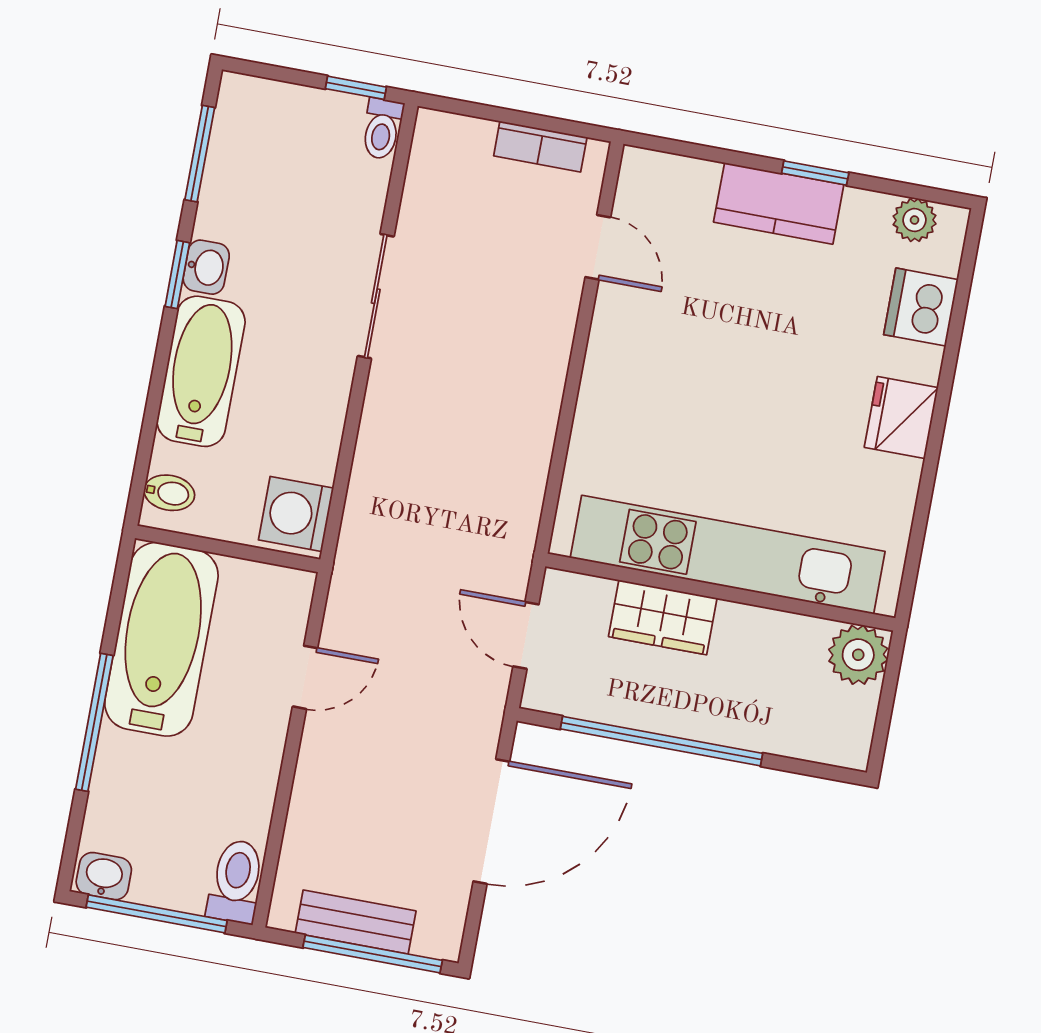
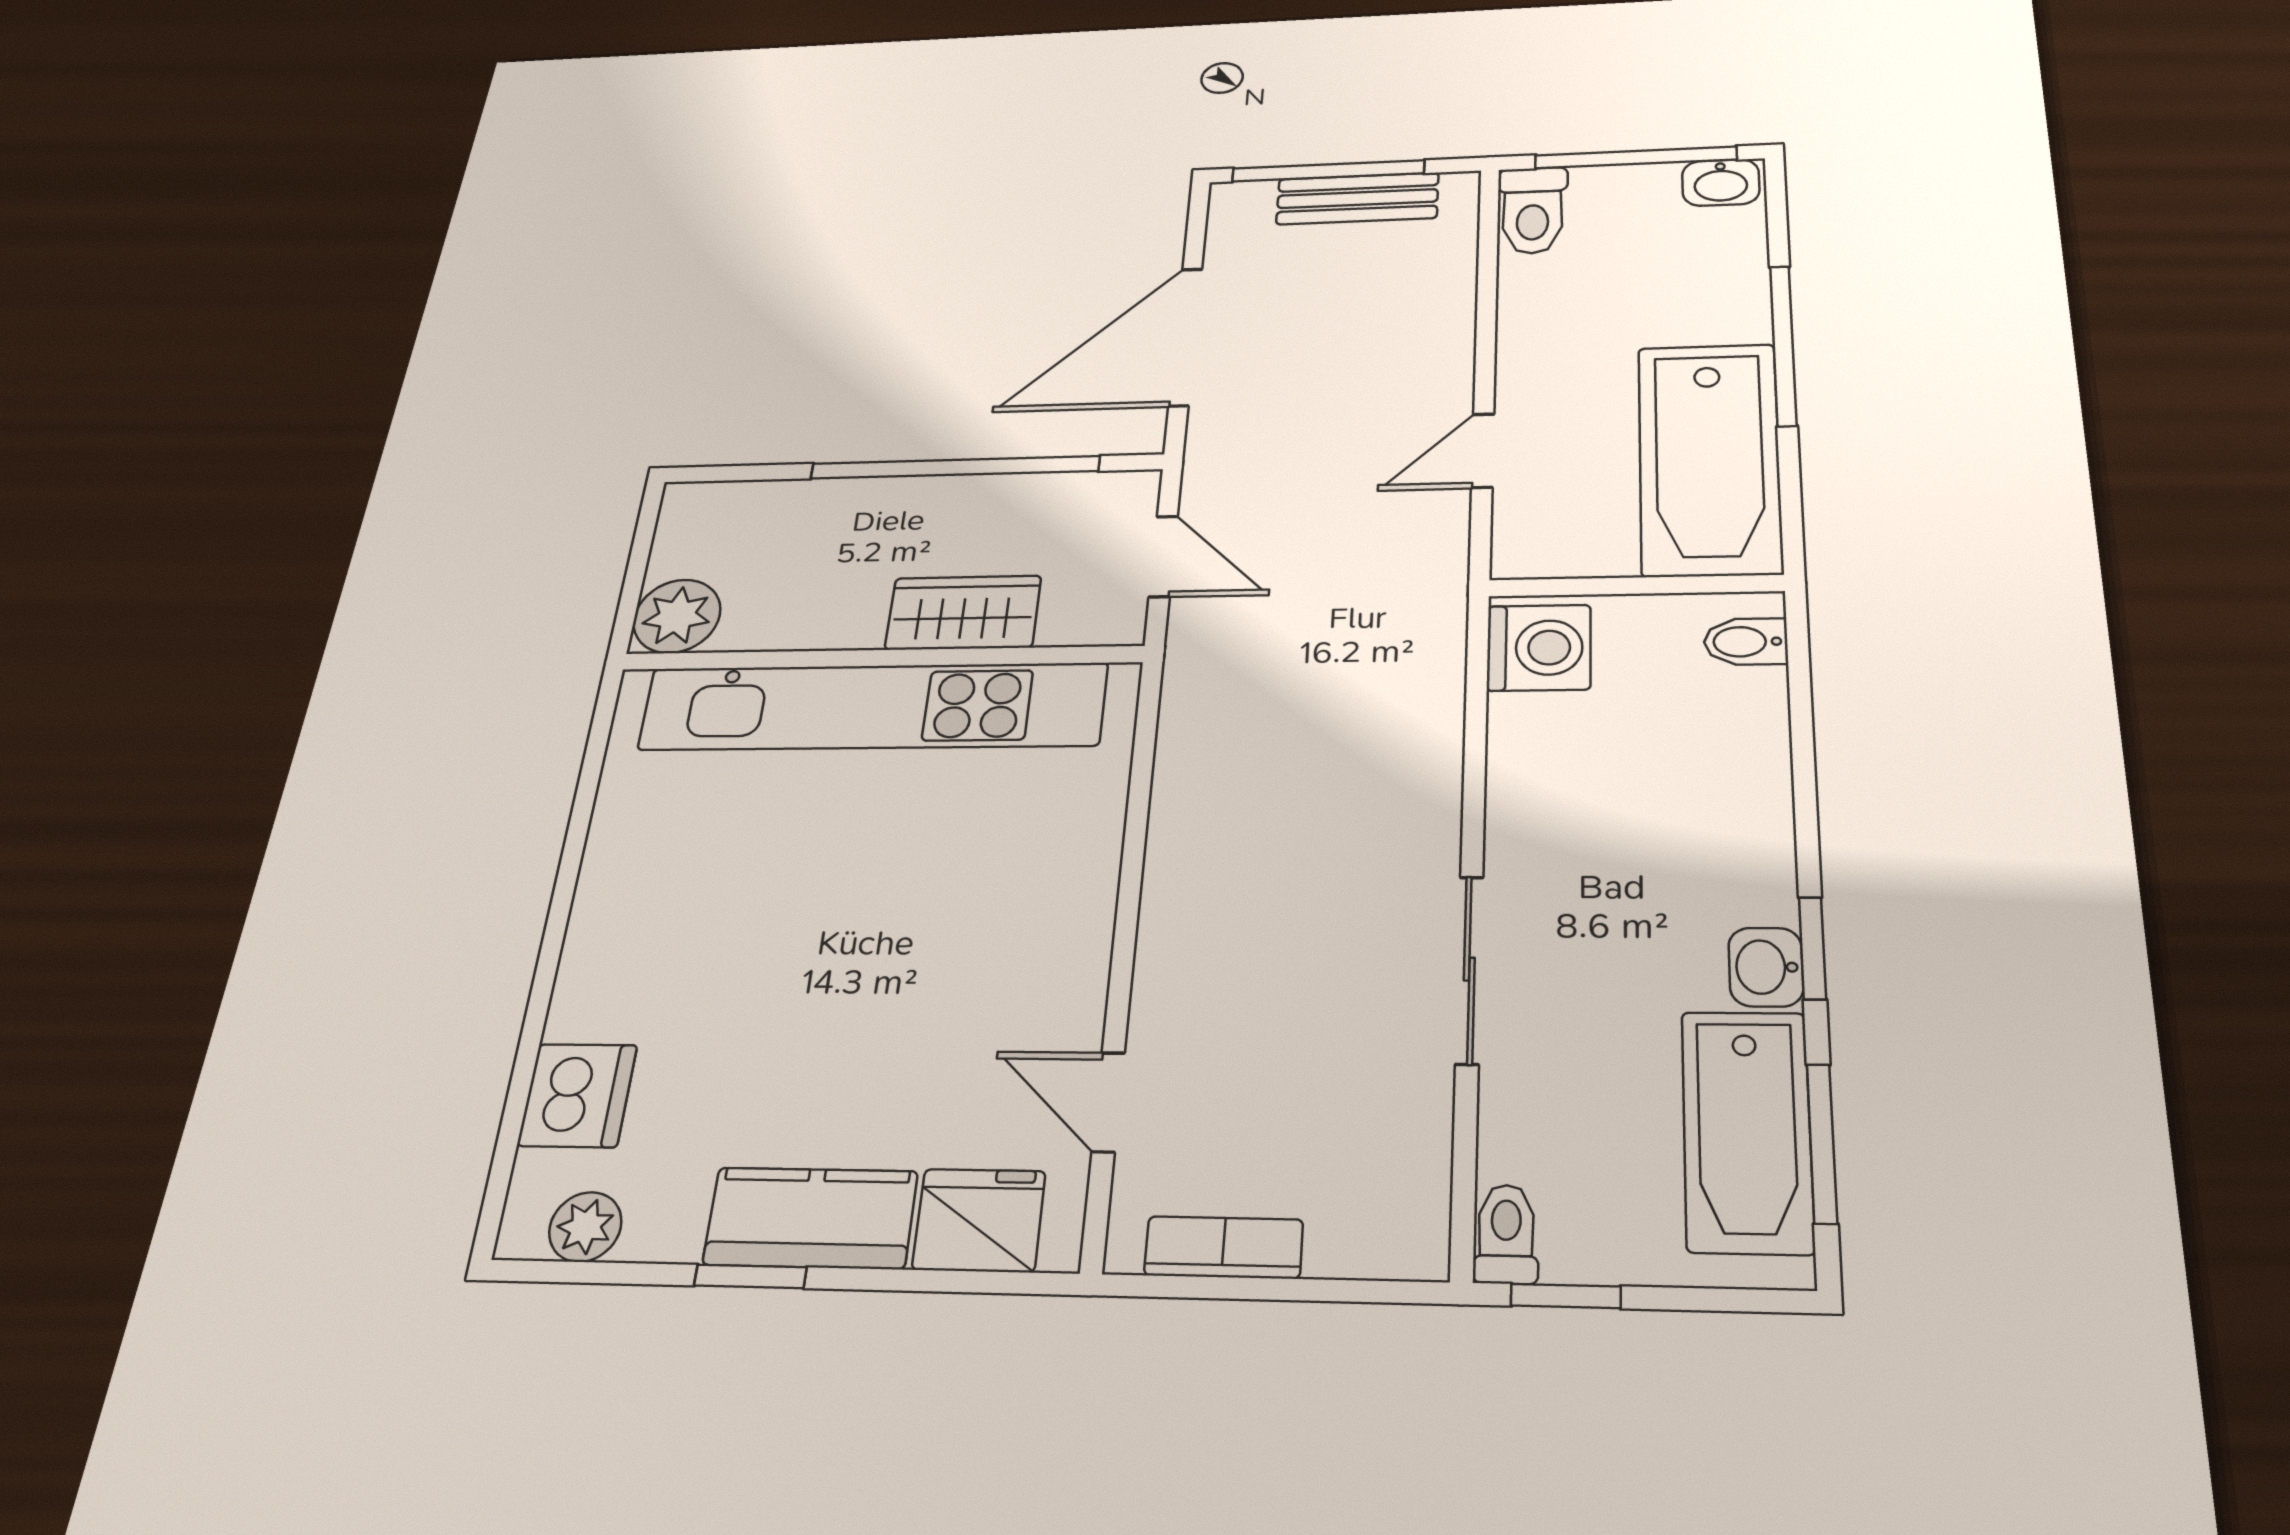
bathtub: (201, 371) -> (1747, 1131), moved
fridge: (901, 418) -> (979, 1220), moved, turned -90

